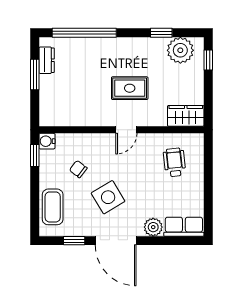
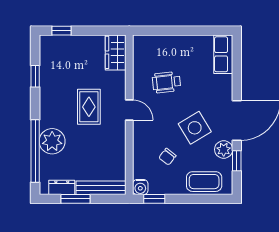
plant: (180, 50) -> (52, 141), moved
bench: (46, 101) -> (101, 188), added
wheelchair: (174, 162) -> (166, 82), moved
plant: (153, 227) -> (224, 149), moved

